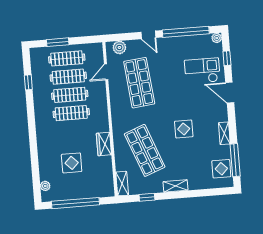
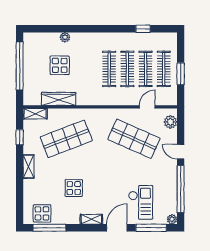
door: (148, 35) -> (181, 152), hinge flipped
window: (58, 42) -> (181, 74), moved
window: (227, 58) -> (151, 228), width x2.17
door: (106, 72) -> (147, 107), hinge flipped
shop shelf: (139, 83) -> (134, 139), turned 30
display table: (184, 129) -> (74, 188), moved
shelving: (224, 133) -> (91, 219), moved
wardrobe: (104, 144) -> (59, 99), moved, width x1.50
plant: (45, 186) -> (65, 37), moved

